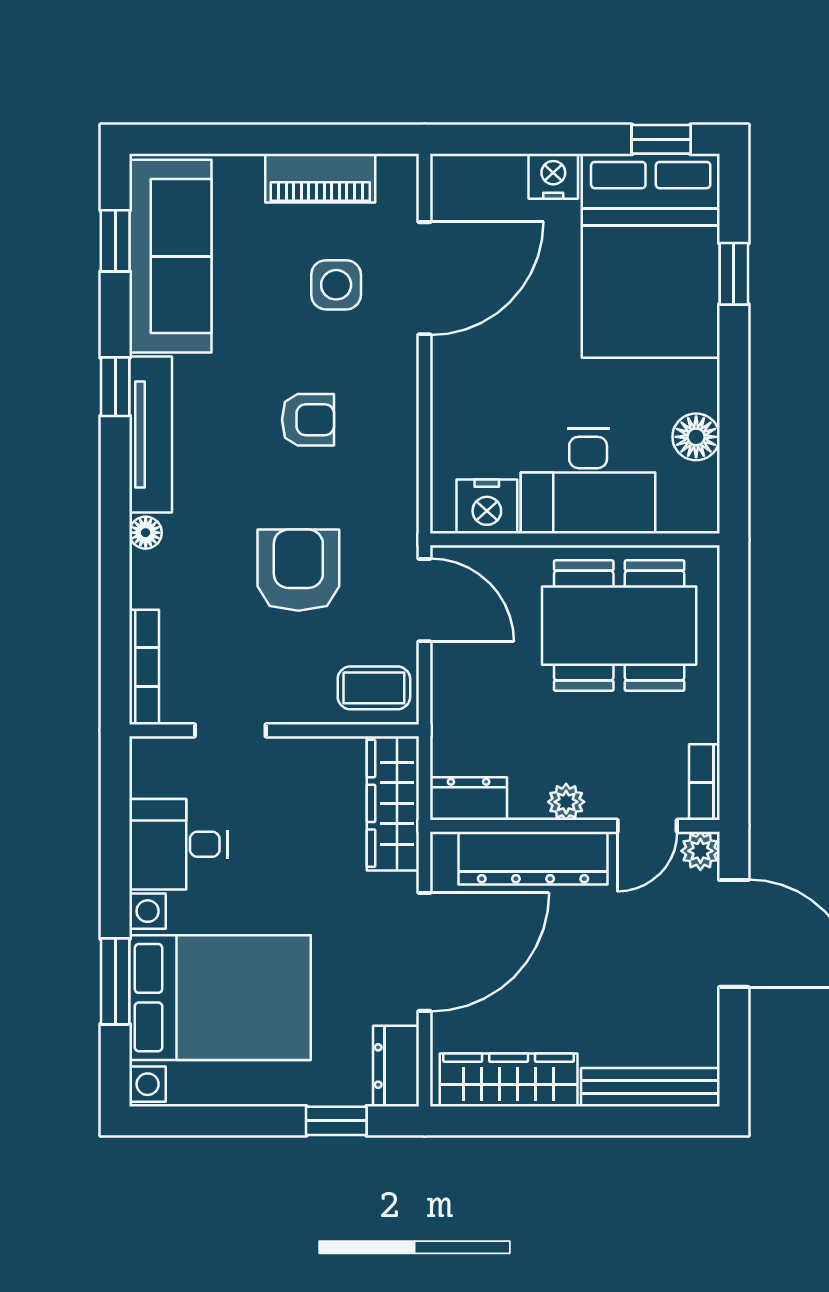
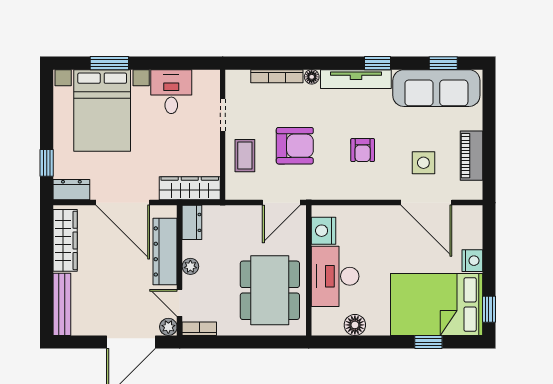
bookcase: (144, 667) -> (277, 76), moved
coffee table: (374, 688) -> (245, 156), moved

